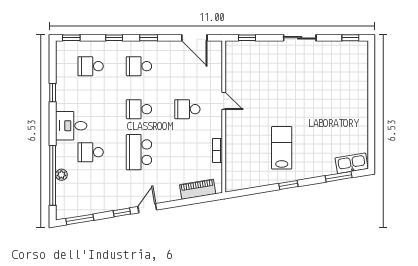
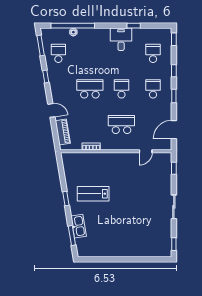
door: (224, 101) -> (146, 151), moved
school desk: (187, 109) -> (121, 124), width x1.85
desk: (71, 126) -> (121, 39), moved
lab bench: (282, 148) -> (93, 194), turned 180
school desk: (91, 152) -> (58, 53), moved
kitchen sink: (352, 163) -> (79, 226), moved
door: (147, 208) -> (51, 110), moved

